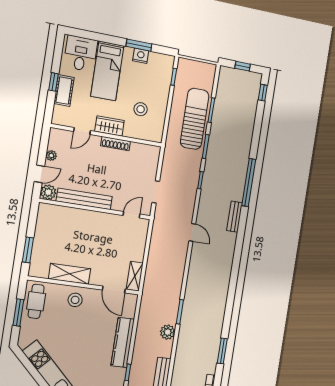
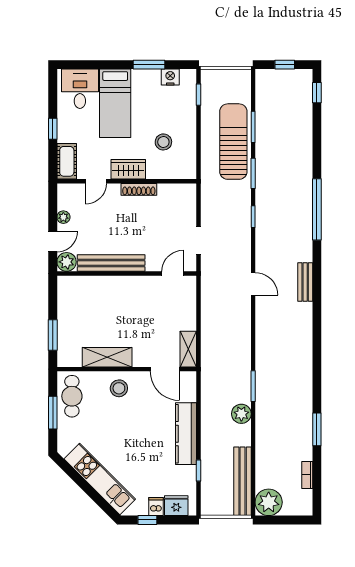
nightstand: (141, 56) -> (170, 77), moved
cot: (64, 91) -> (67, 161), moved
bench: (235, 217) -> (305, 282), moved

